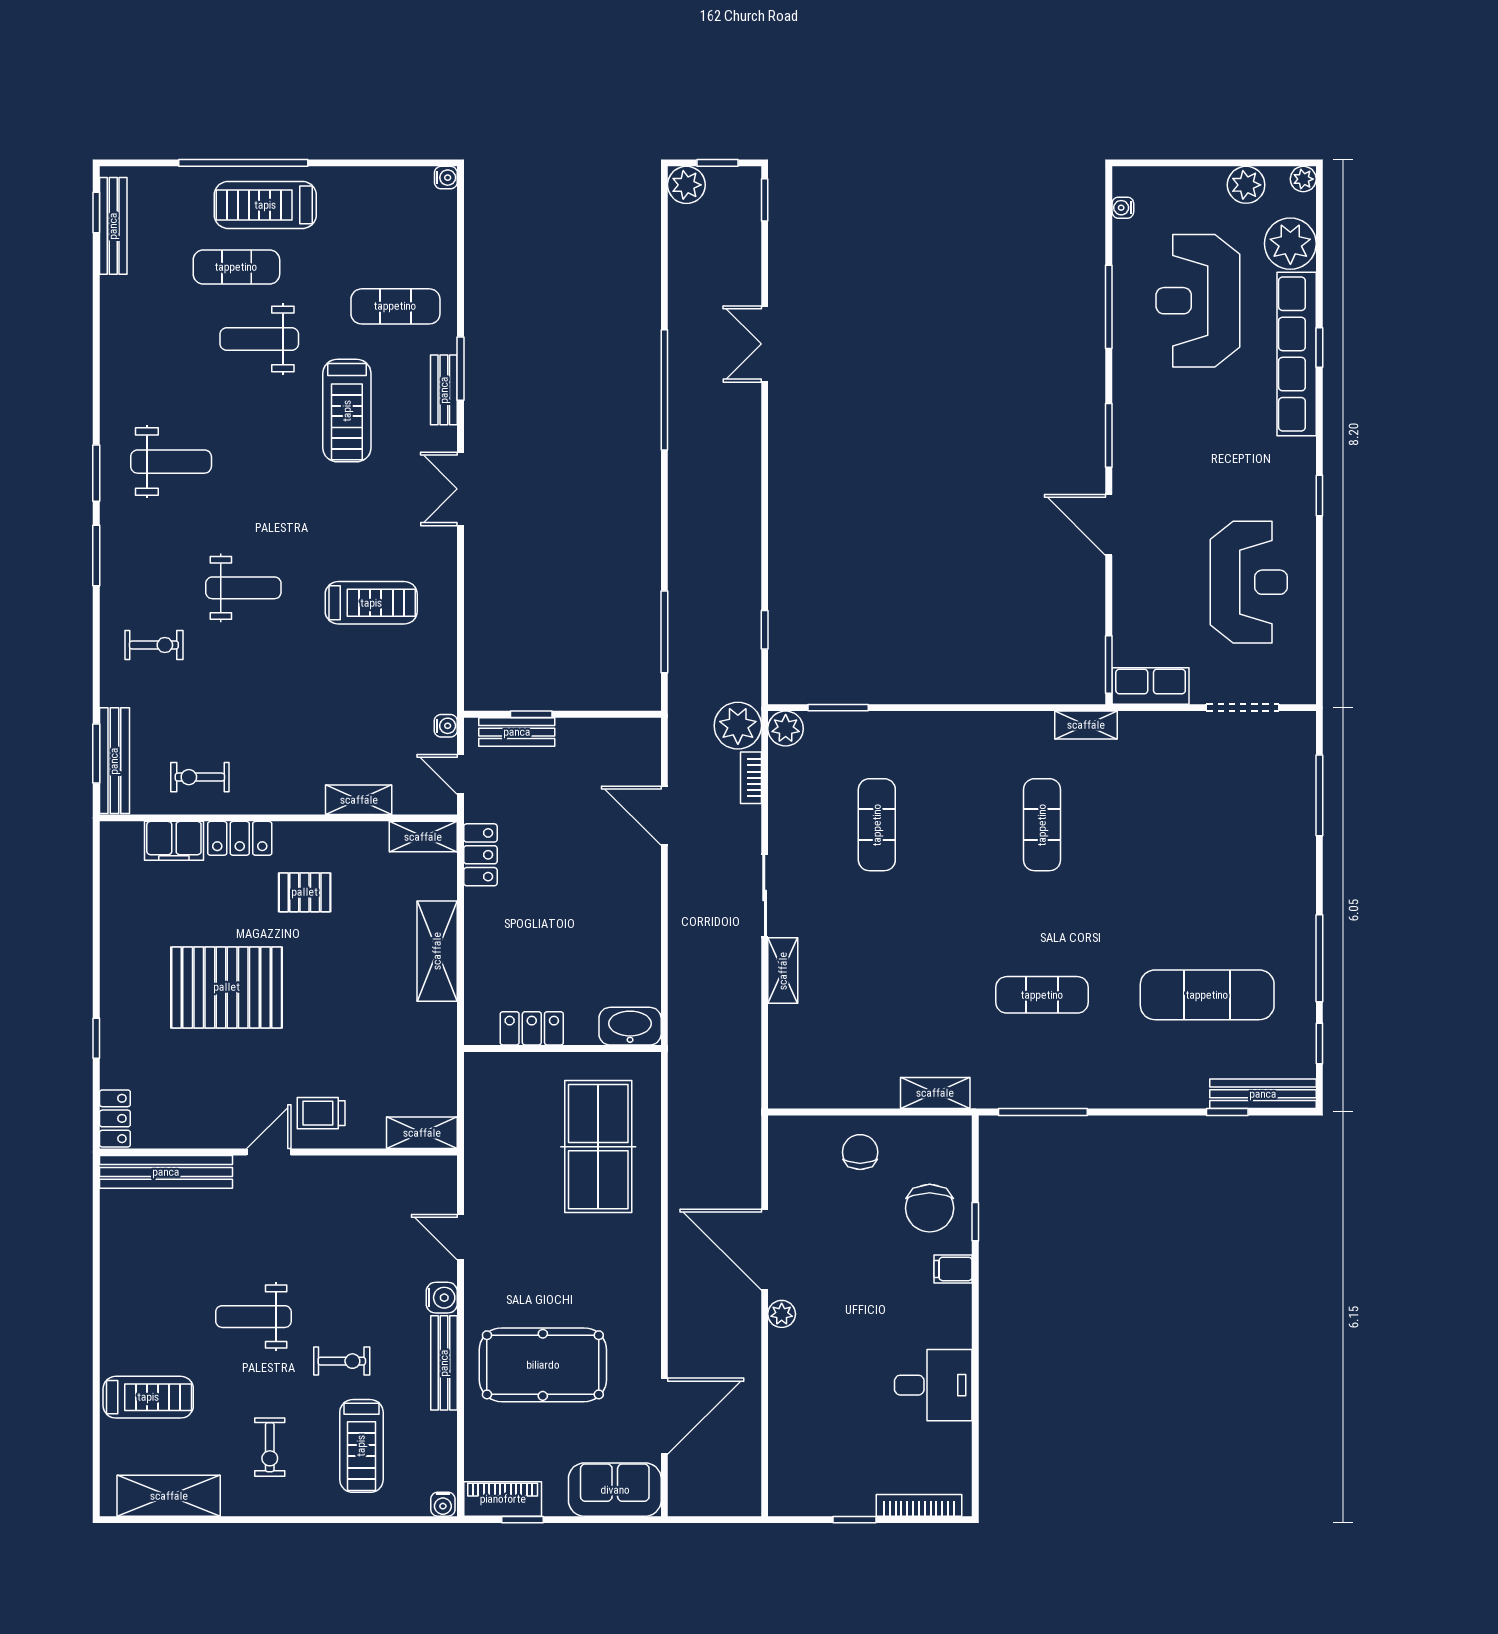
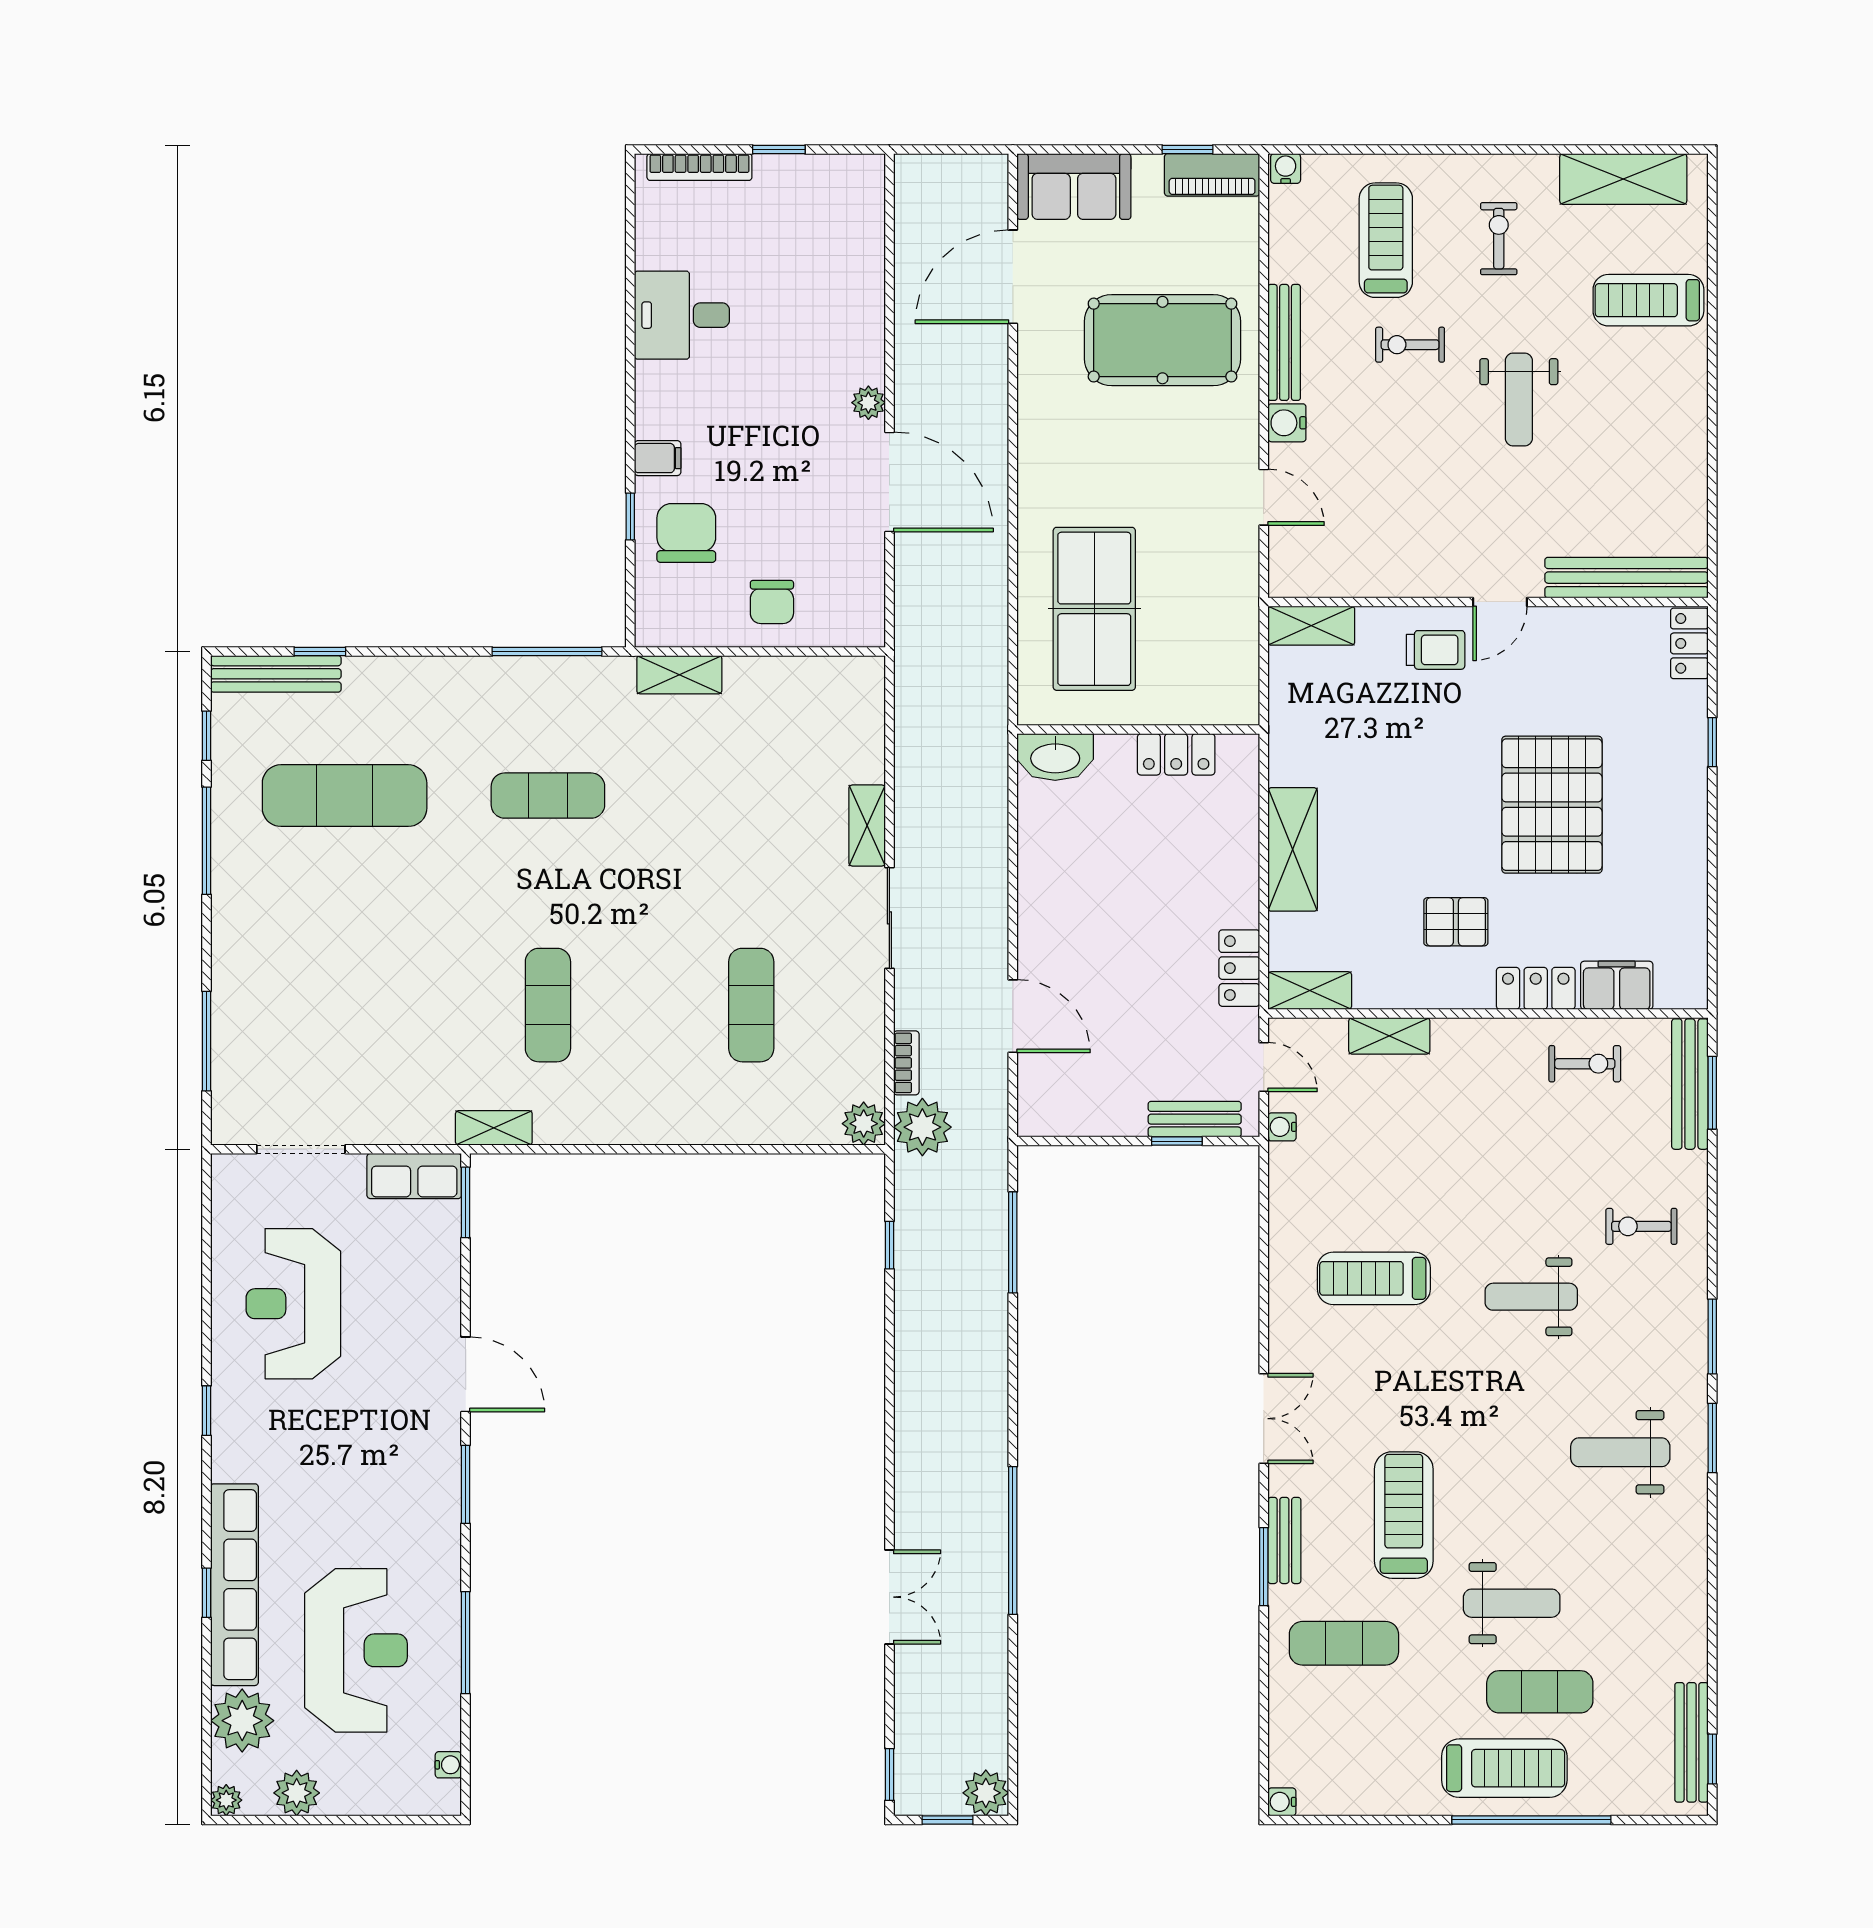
window: (838, 708) -> (799, 1149), removed
pallet: (227, 987) -> (1552, 805), turned 90
weight bench: (253, 1317) -> (1519, 399), turned 90

